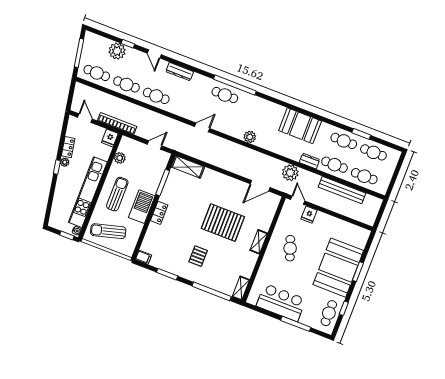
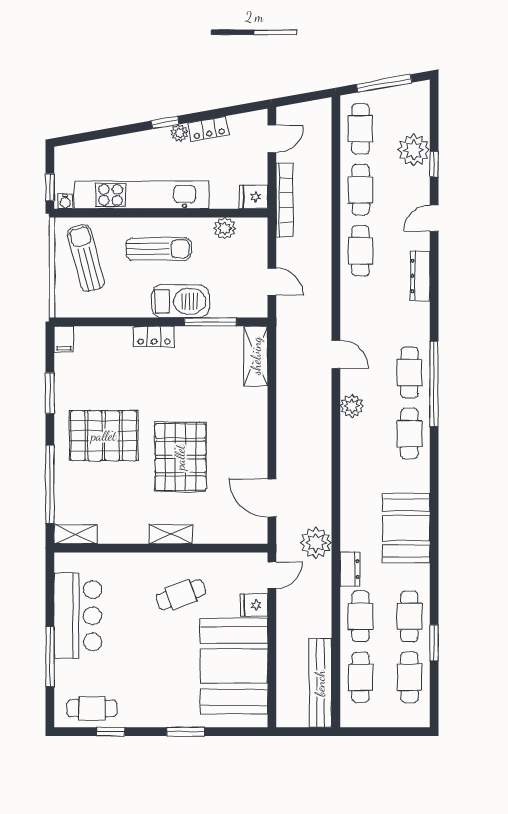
cafe table: (255, 106) -> (409, 434), added
plant: (250, 137) -> (352, 406), moved
bench: (342, 190) -> (320, 683), moved
barbecue: (142, 207) -> (180, 301), moved
pallet: (198, 256) -> (104, 436), width x2.05, depth x2.00
booth: (338, 268) -> (234, 666), moved, turned 90

